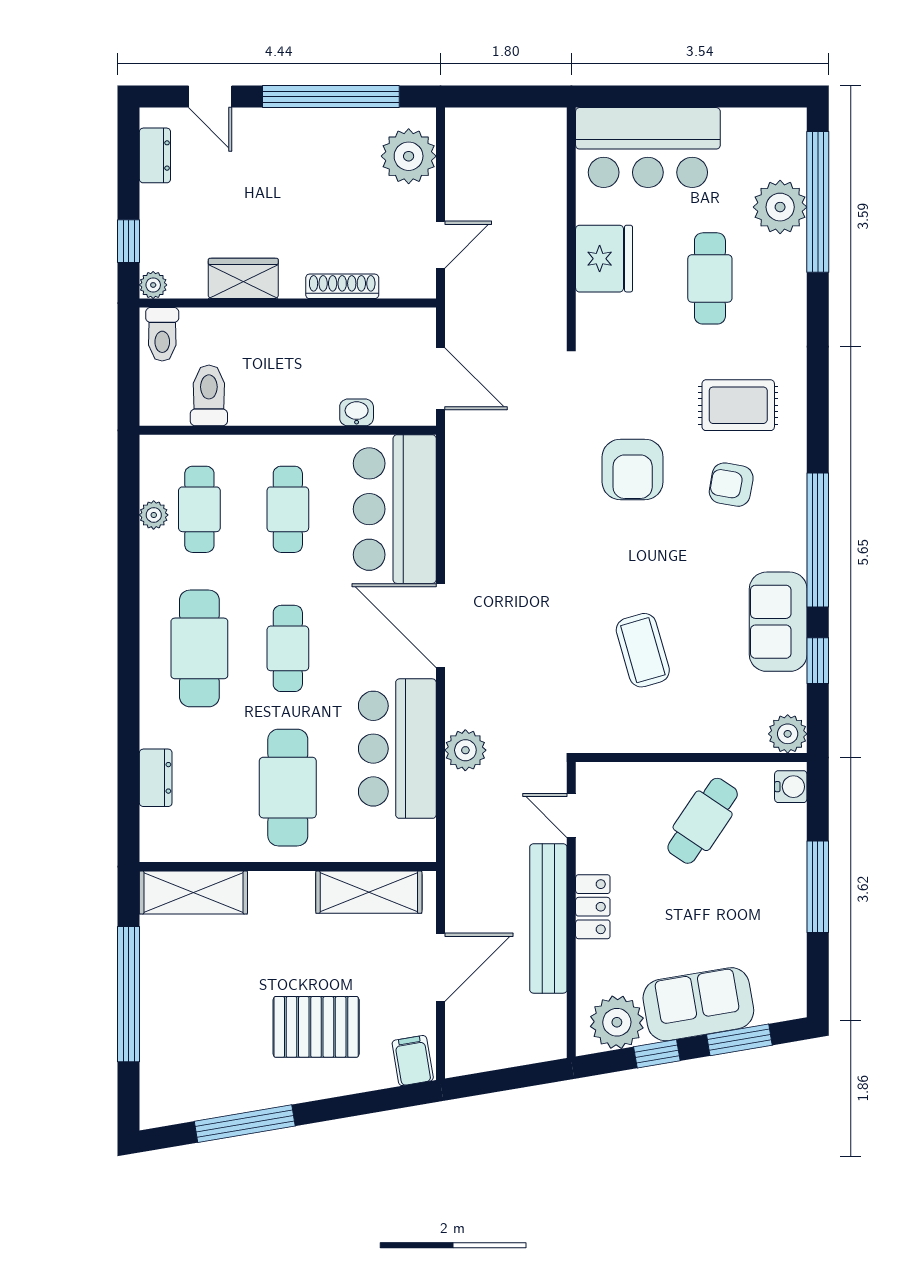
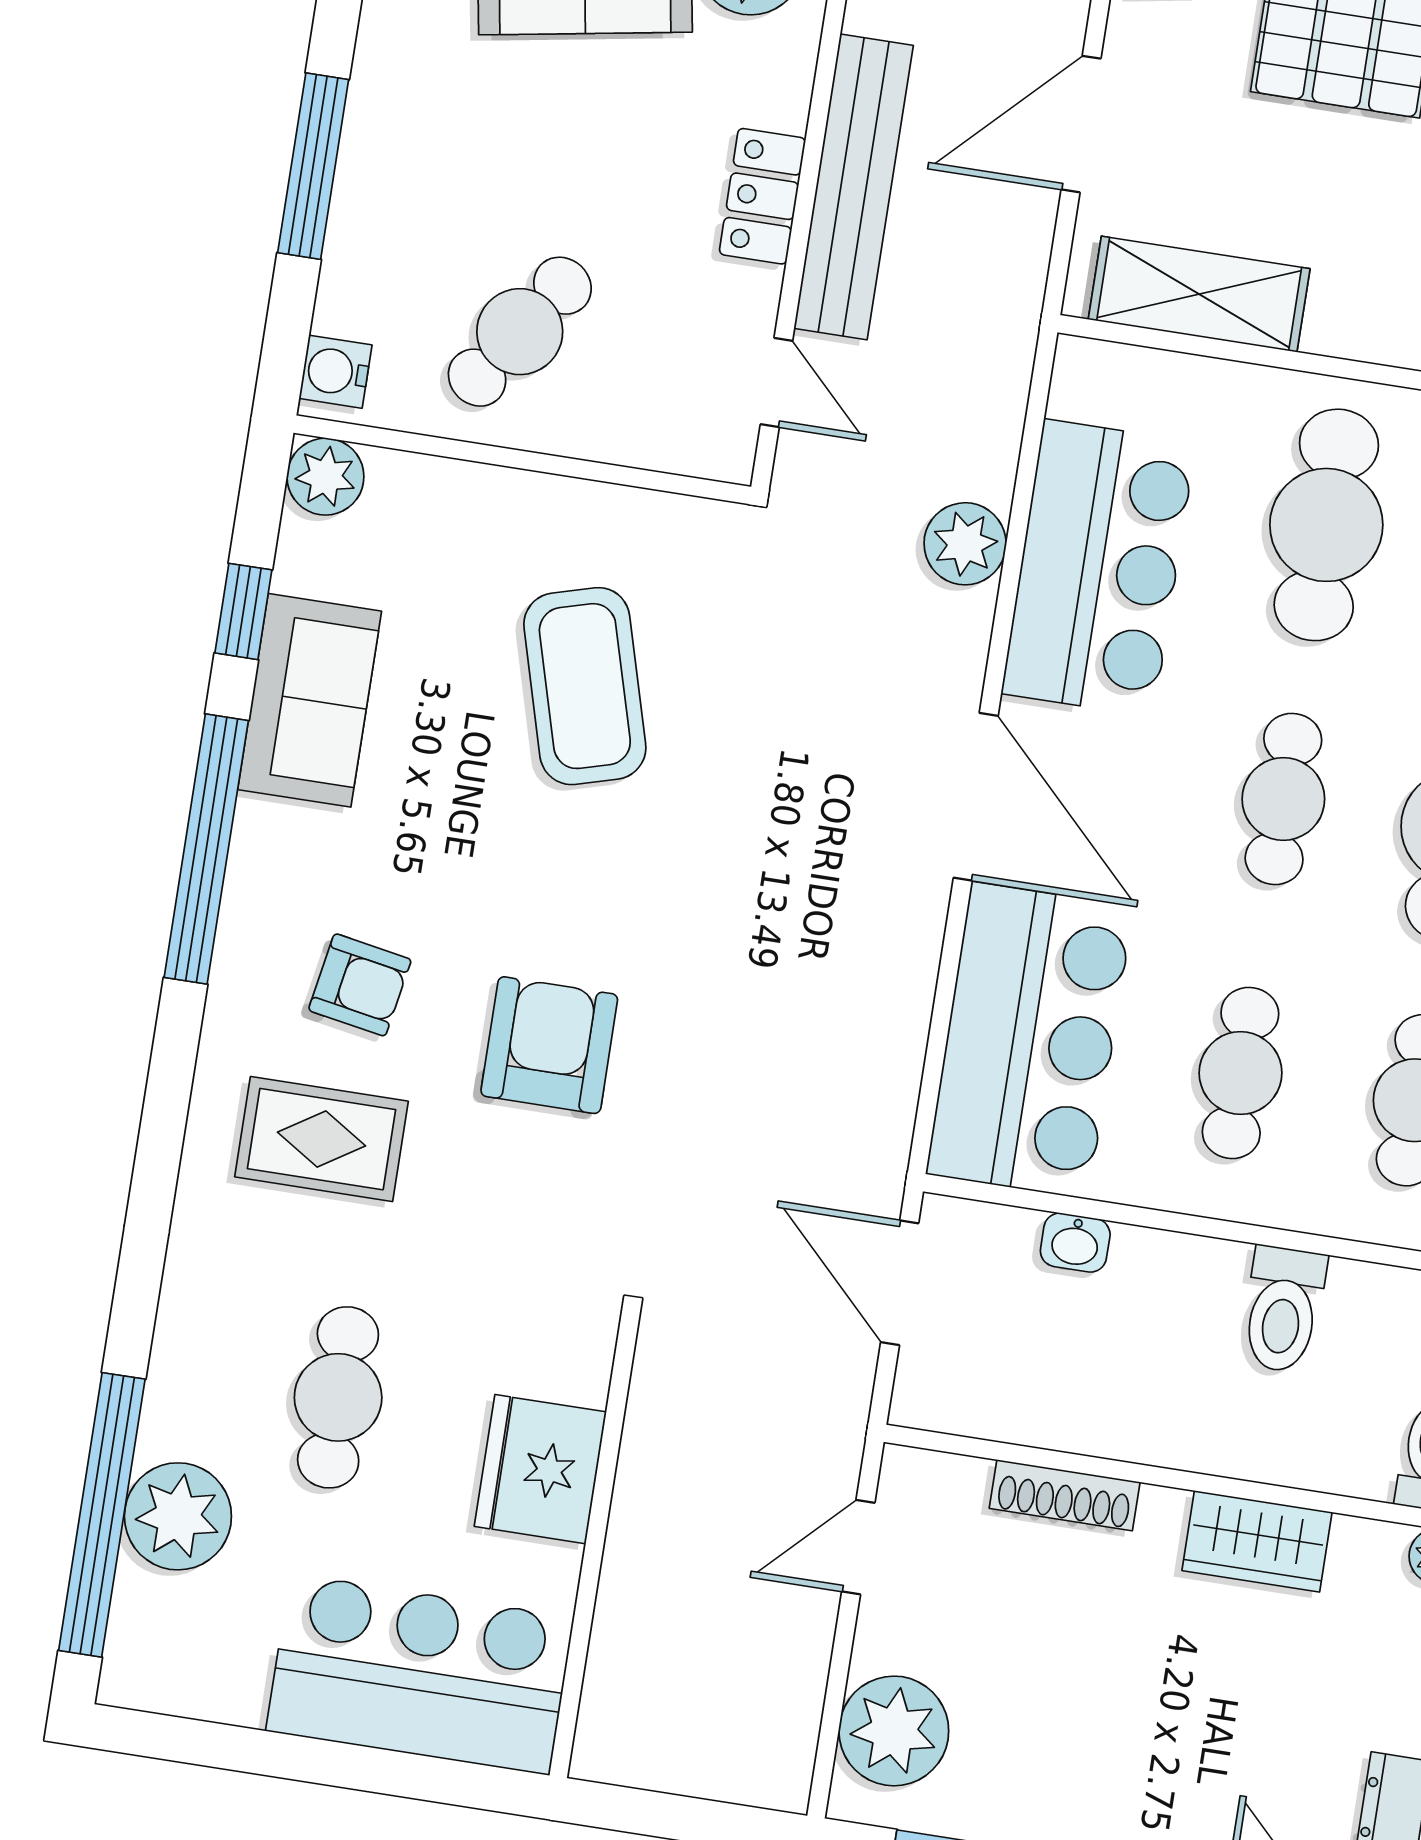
toilet: (209, 395) -> (1283, 1309), moved
coffee table: (643, 650) -> (585, 686), width x1.36, depth x1.32

